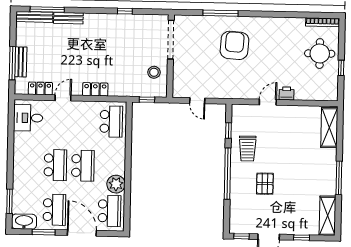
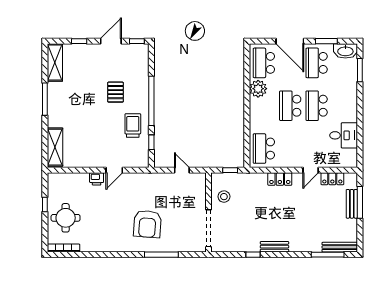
bench: (68, 18) -> (274, 247), moved
desk: (28, 118) -> (344, 135), moved

